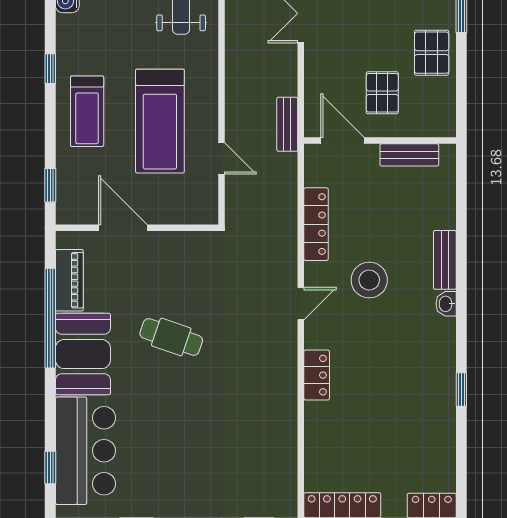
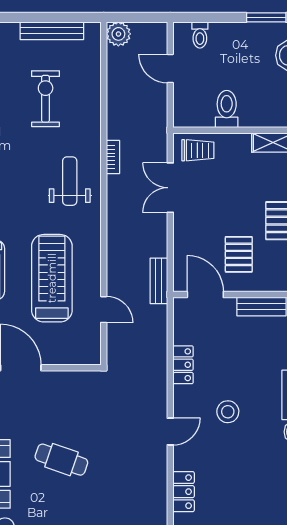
treadmill: (160, 121) -> (52, 278), turned 180
locker: (316, 224) -> (183, 365), width x0.66
stool: (369, 280) -> (228, 412), width x0.73, depth x0.73

